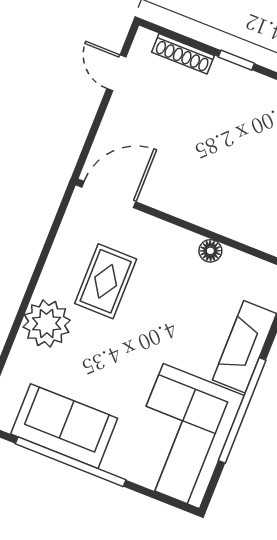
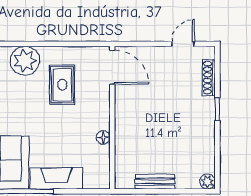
rug: (106, 281) -> (62, 85), turned 90

